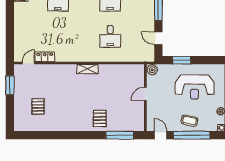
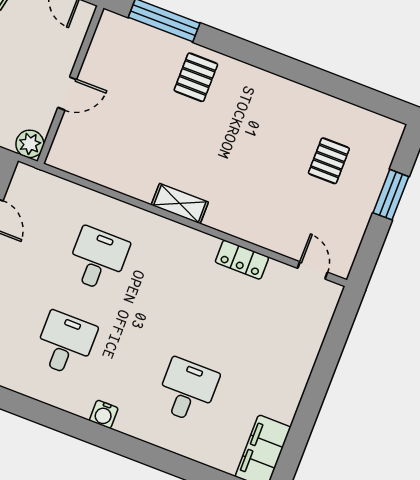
locker: (45, 57) -> (242, 260), moved
door: (28, 63) -> (312, 270), swing flipped
window: (10, 85) -> (391, 195), moved

